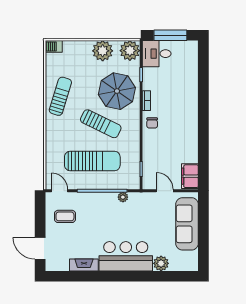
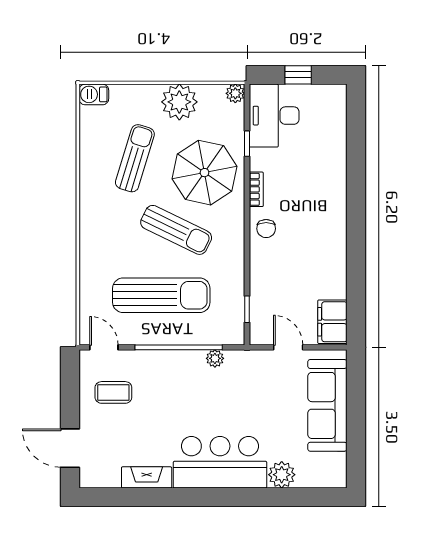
window: (170, 35) -> (298, 75), width x0.46
plant: (130, 51) -> (235, 93), width x0.53, depth x0.53
desk: (157, 54) -> (274, 116), width x1.37
sun lounger: (60, 96) -> (135, 158), moved

